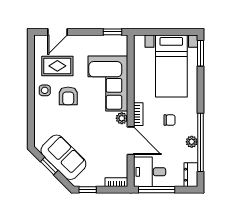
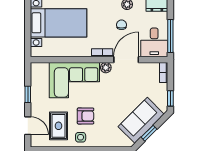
window: (112, 32) -> (28, 94), moved
chair: (169, 120) -> (122, 25), moved

